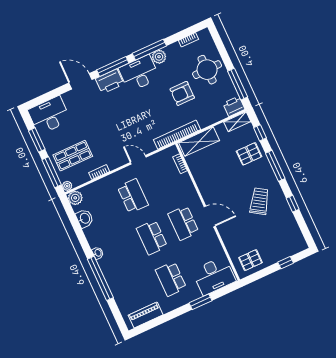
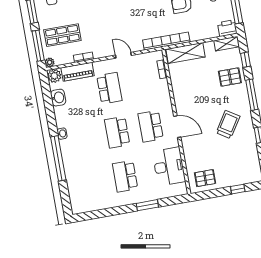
desk: (214, 276) -> (169, 166), moved, turned -90
piano: (146, 315) -> (78, 72), moved, turned 180

